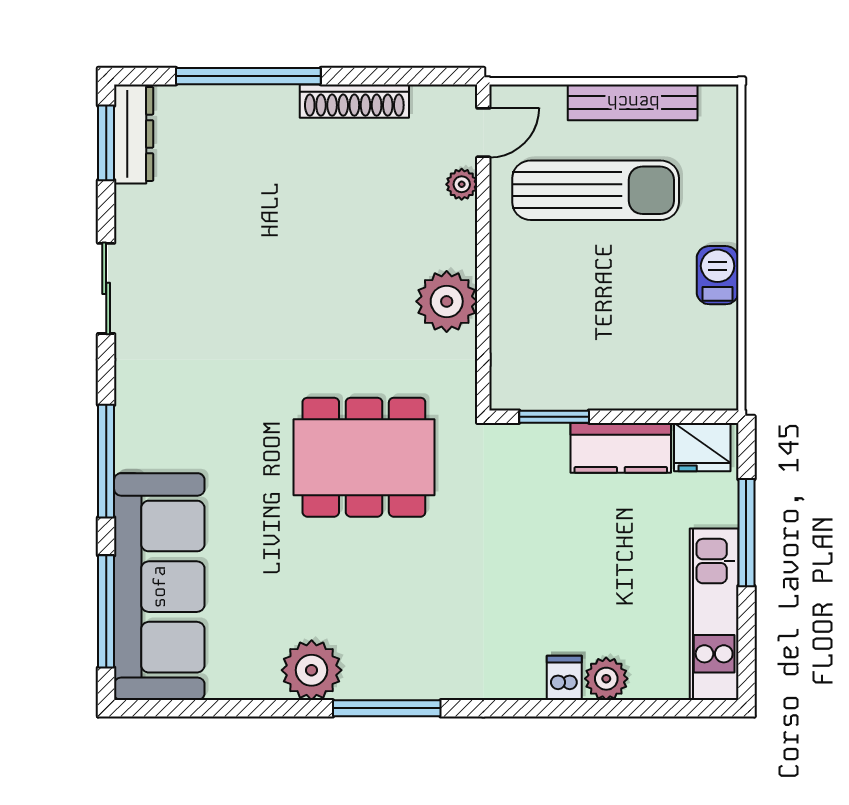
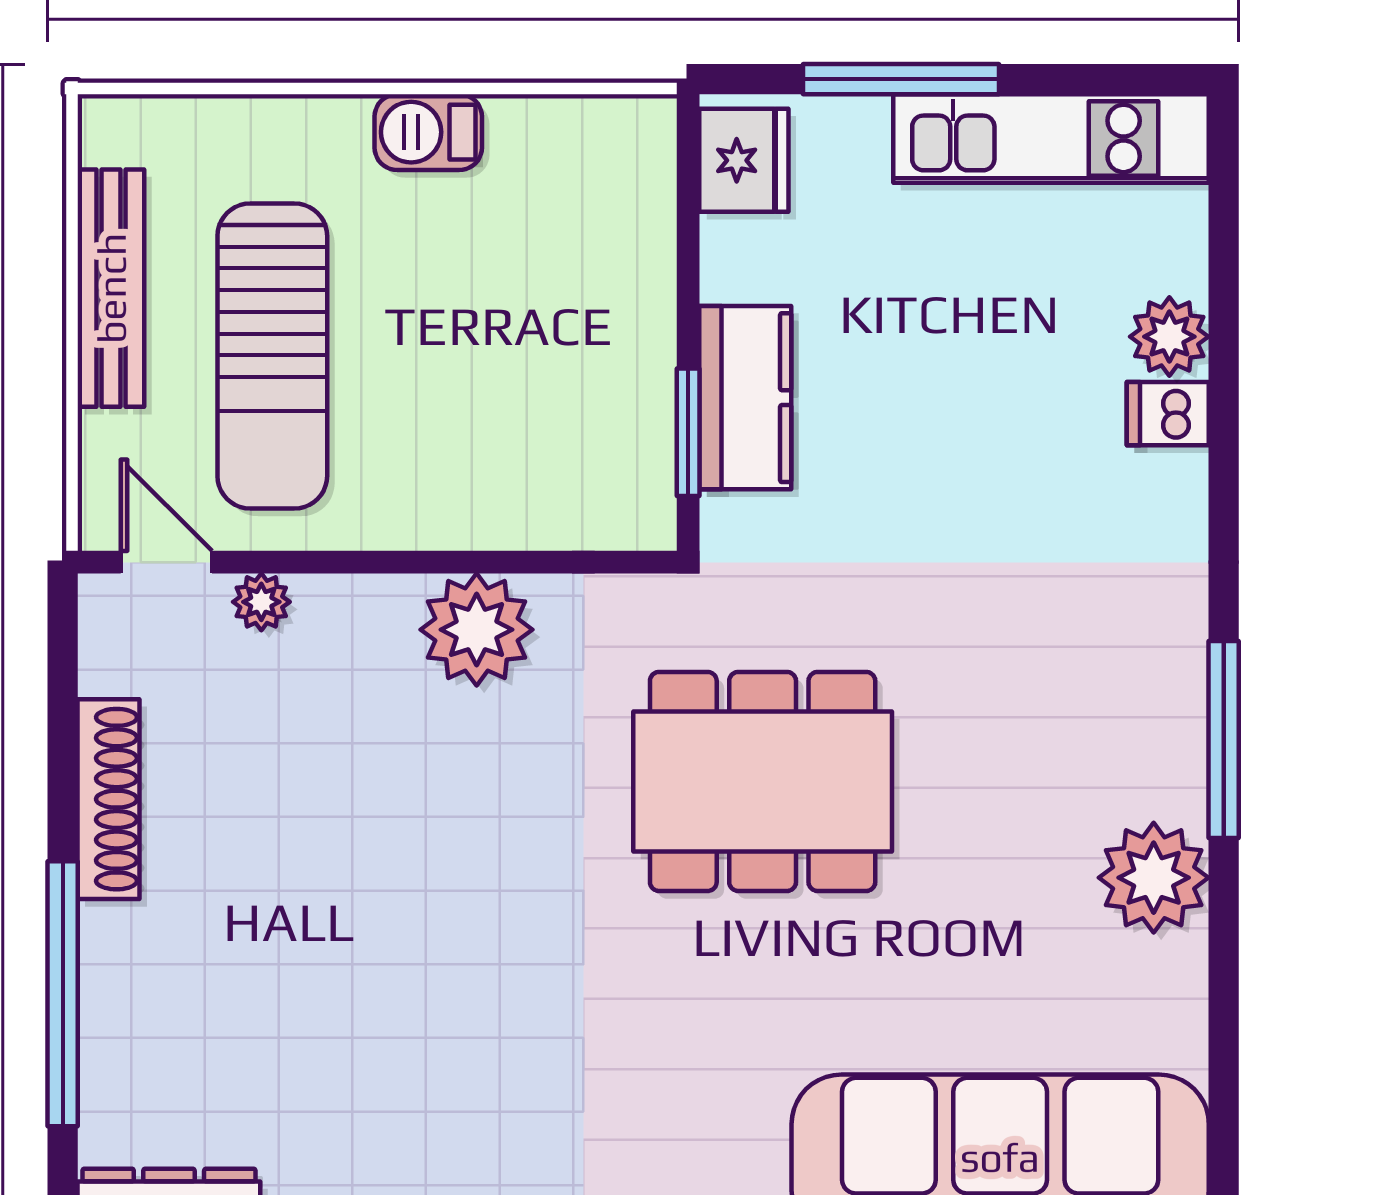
sun lounger: (596, 190) -> (272, 356), turned 180
kitchen counter: (621, 448) -> (745, 398), moved
dining table: (364, 457) -> (763, 781), turned 90

